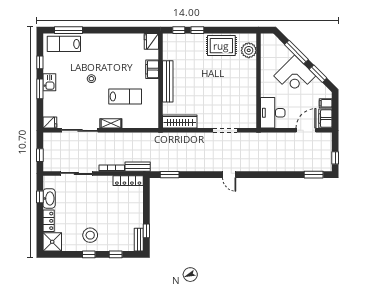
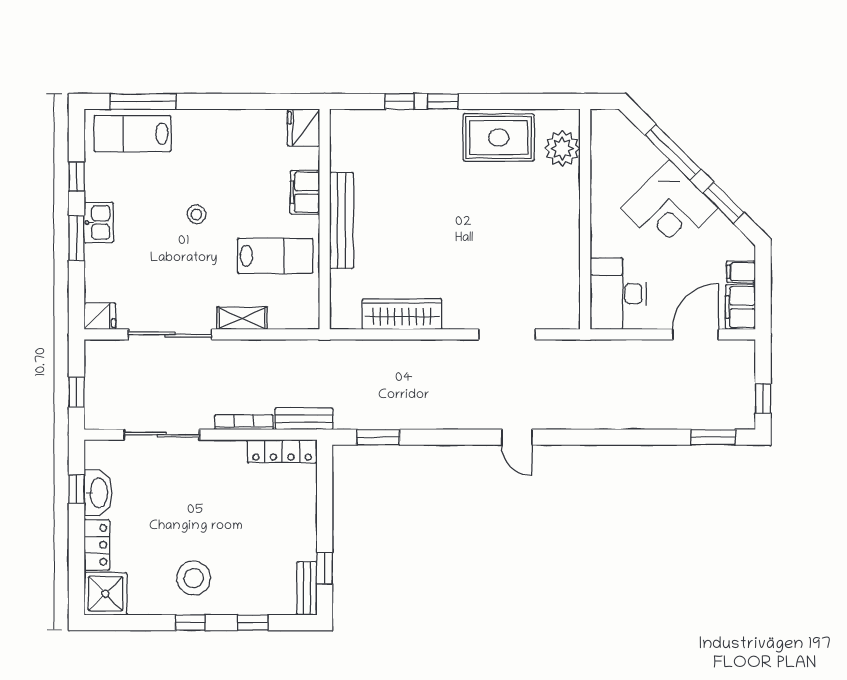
fridge: (151, 41) -> (303, 128), moved
filing cabinet: (152, 69) -> (305, 192), moved
wall: (160, 81) -> (325, 219), moved
bench: (168, 81) -> (342, 220), moved

